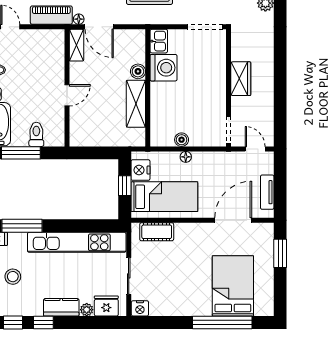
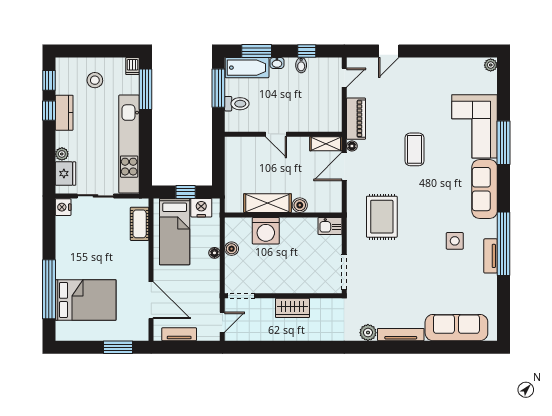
washing machine: (164, 68) -> (266, 231), moved
kitchen counter: (61, 307) -> (64, 113), moved

